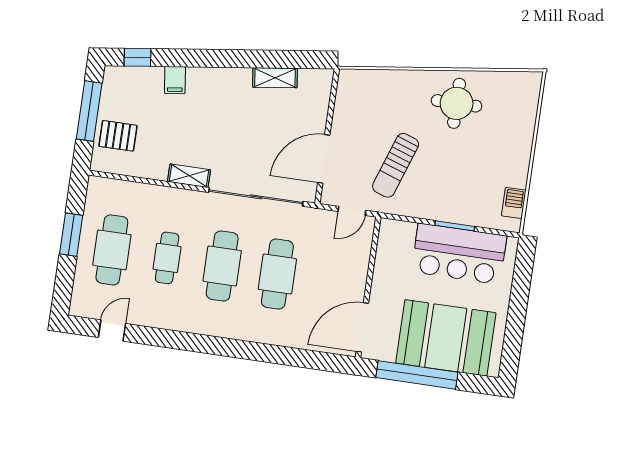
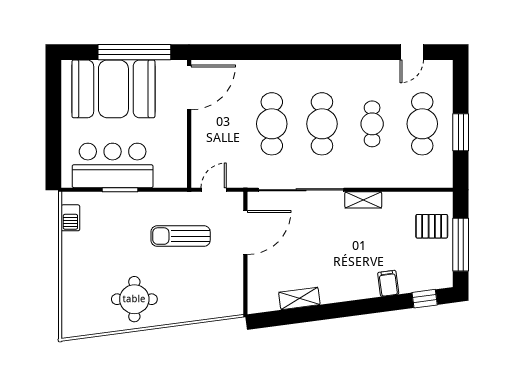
sun lounger: (396, 165) -> (181, 236), turned -109

